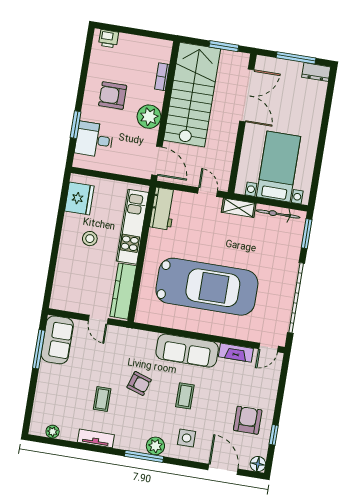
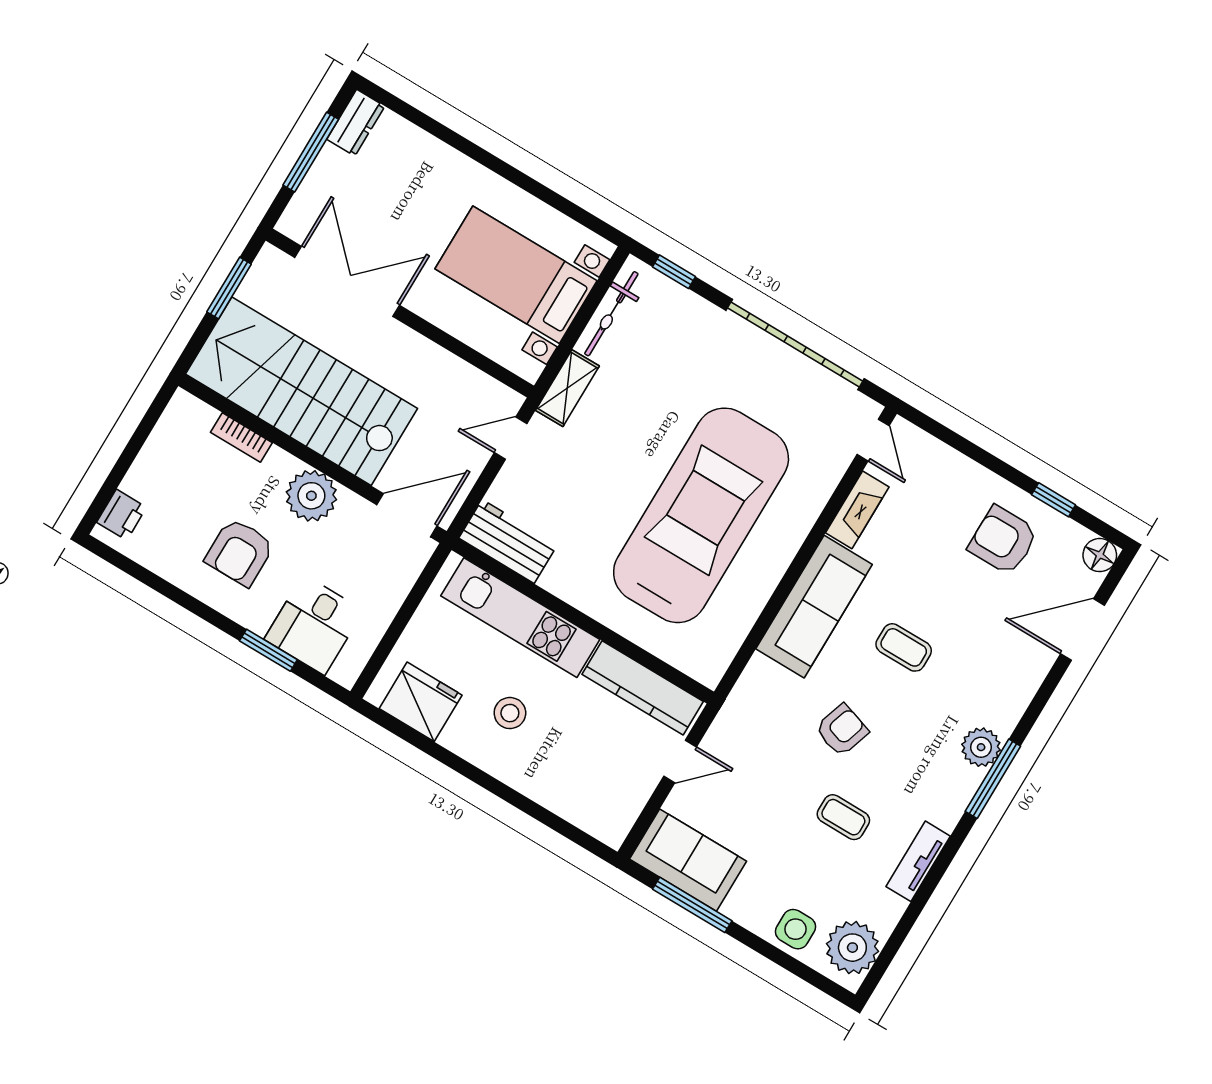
window: (307, 234) -> (674, 272), width x0.67
plant: (53, 432) -> (852, 948), width x1.88, depth x1.88
side table: (187, 438) -> (796, 929), moved

